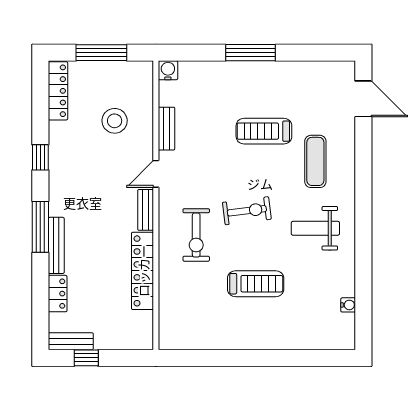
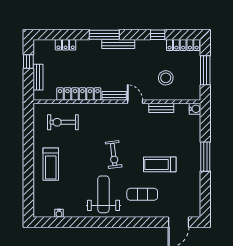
treadmill: (264, 131) -> (160, 164), turned -90
window: (40, 157) -> (158, 35), moved
weight bench: (315, 228) -> (103, 194), width x1.36, depth x1.33
exercise bike: (196, 235) -> (63, 122), moved
bench: (56, 245) -> (118, 44), moved
treadmill: (256, 284) -> (51, 164), moved
bench: (71, 341) -> (38, 77), moved

